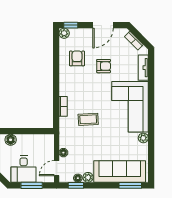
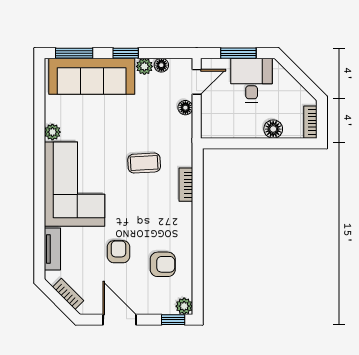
door: (103, 25) -> (120, 320), hinge flipped
armchair: (77, 58) -> (163, 264), turned -90
armchair: (104, 66) -> (119, 252), turned 90
window: (76, 185) -> (126, 53), moved

